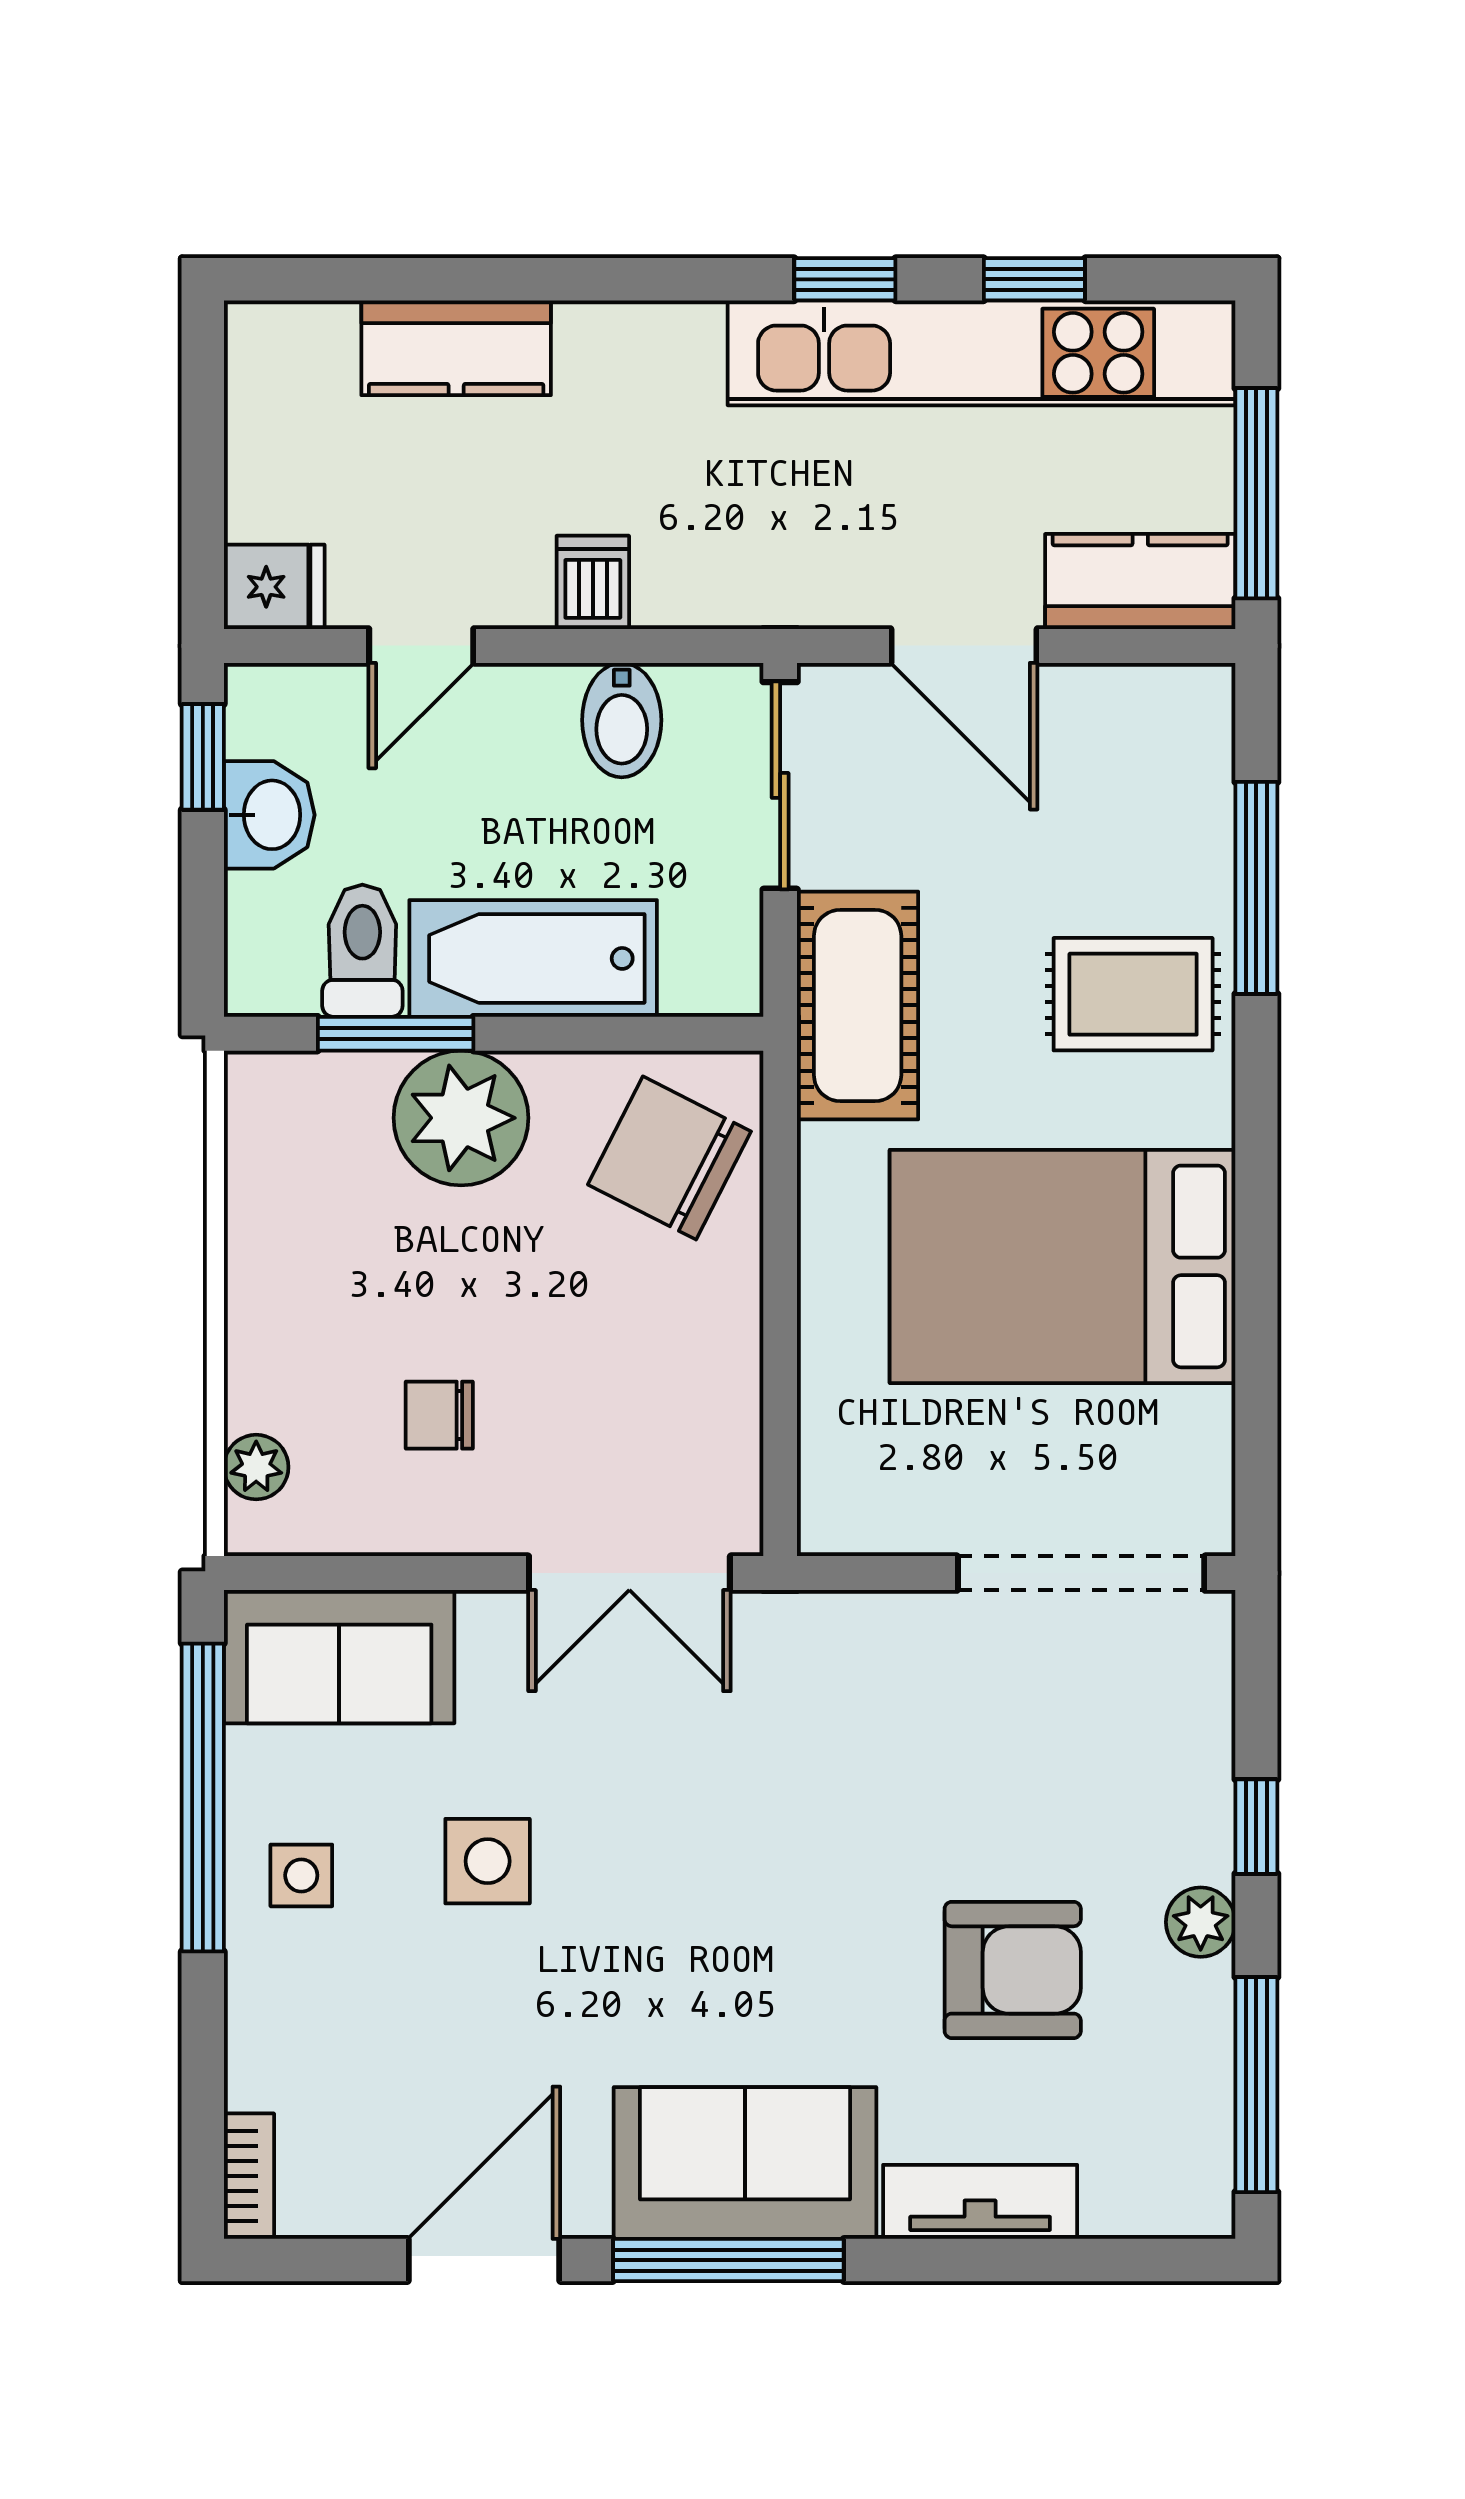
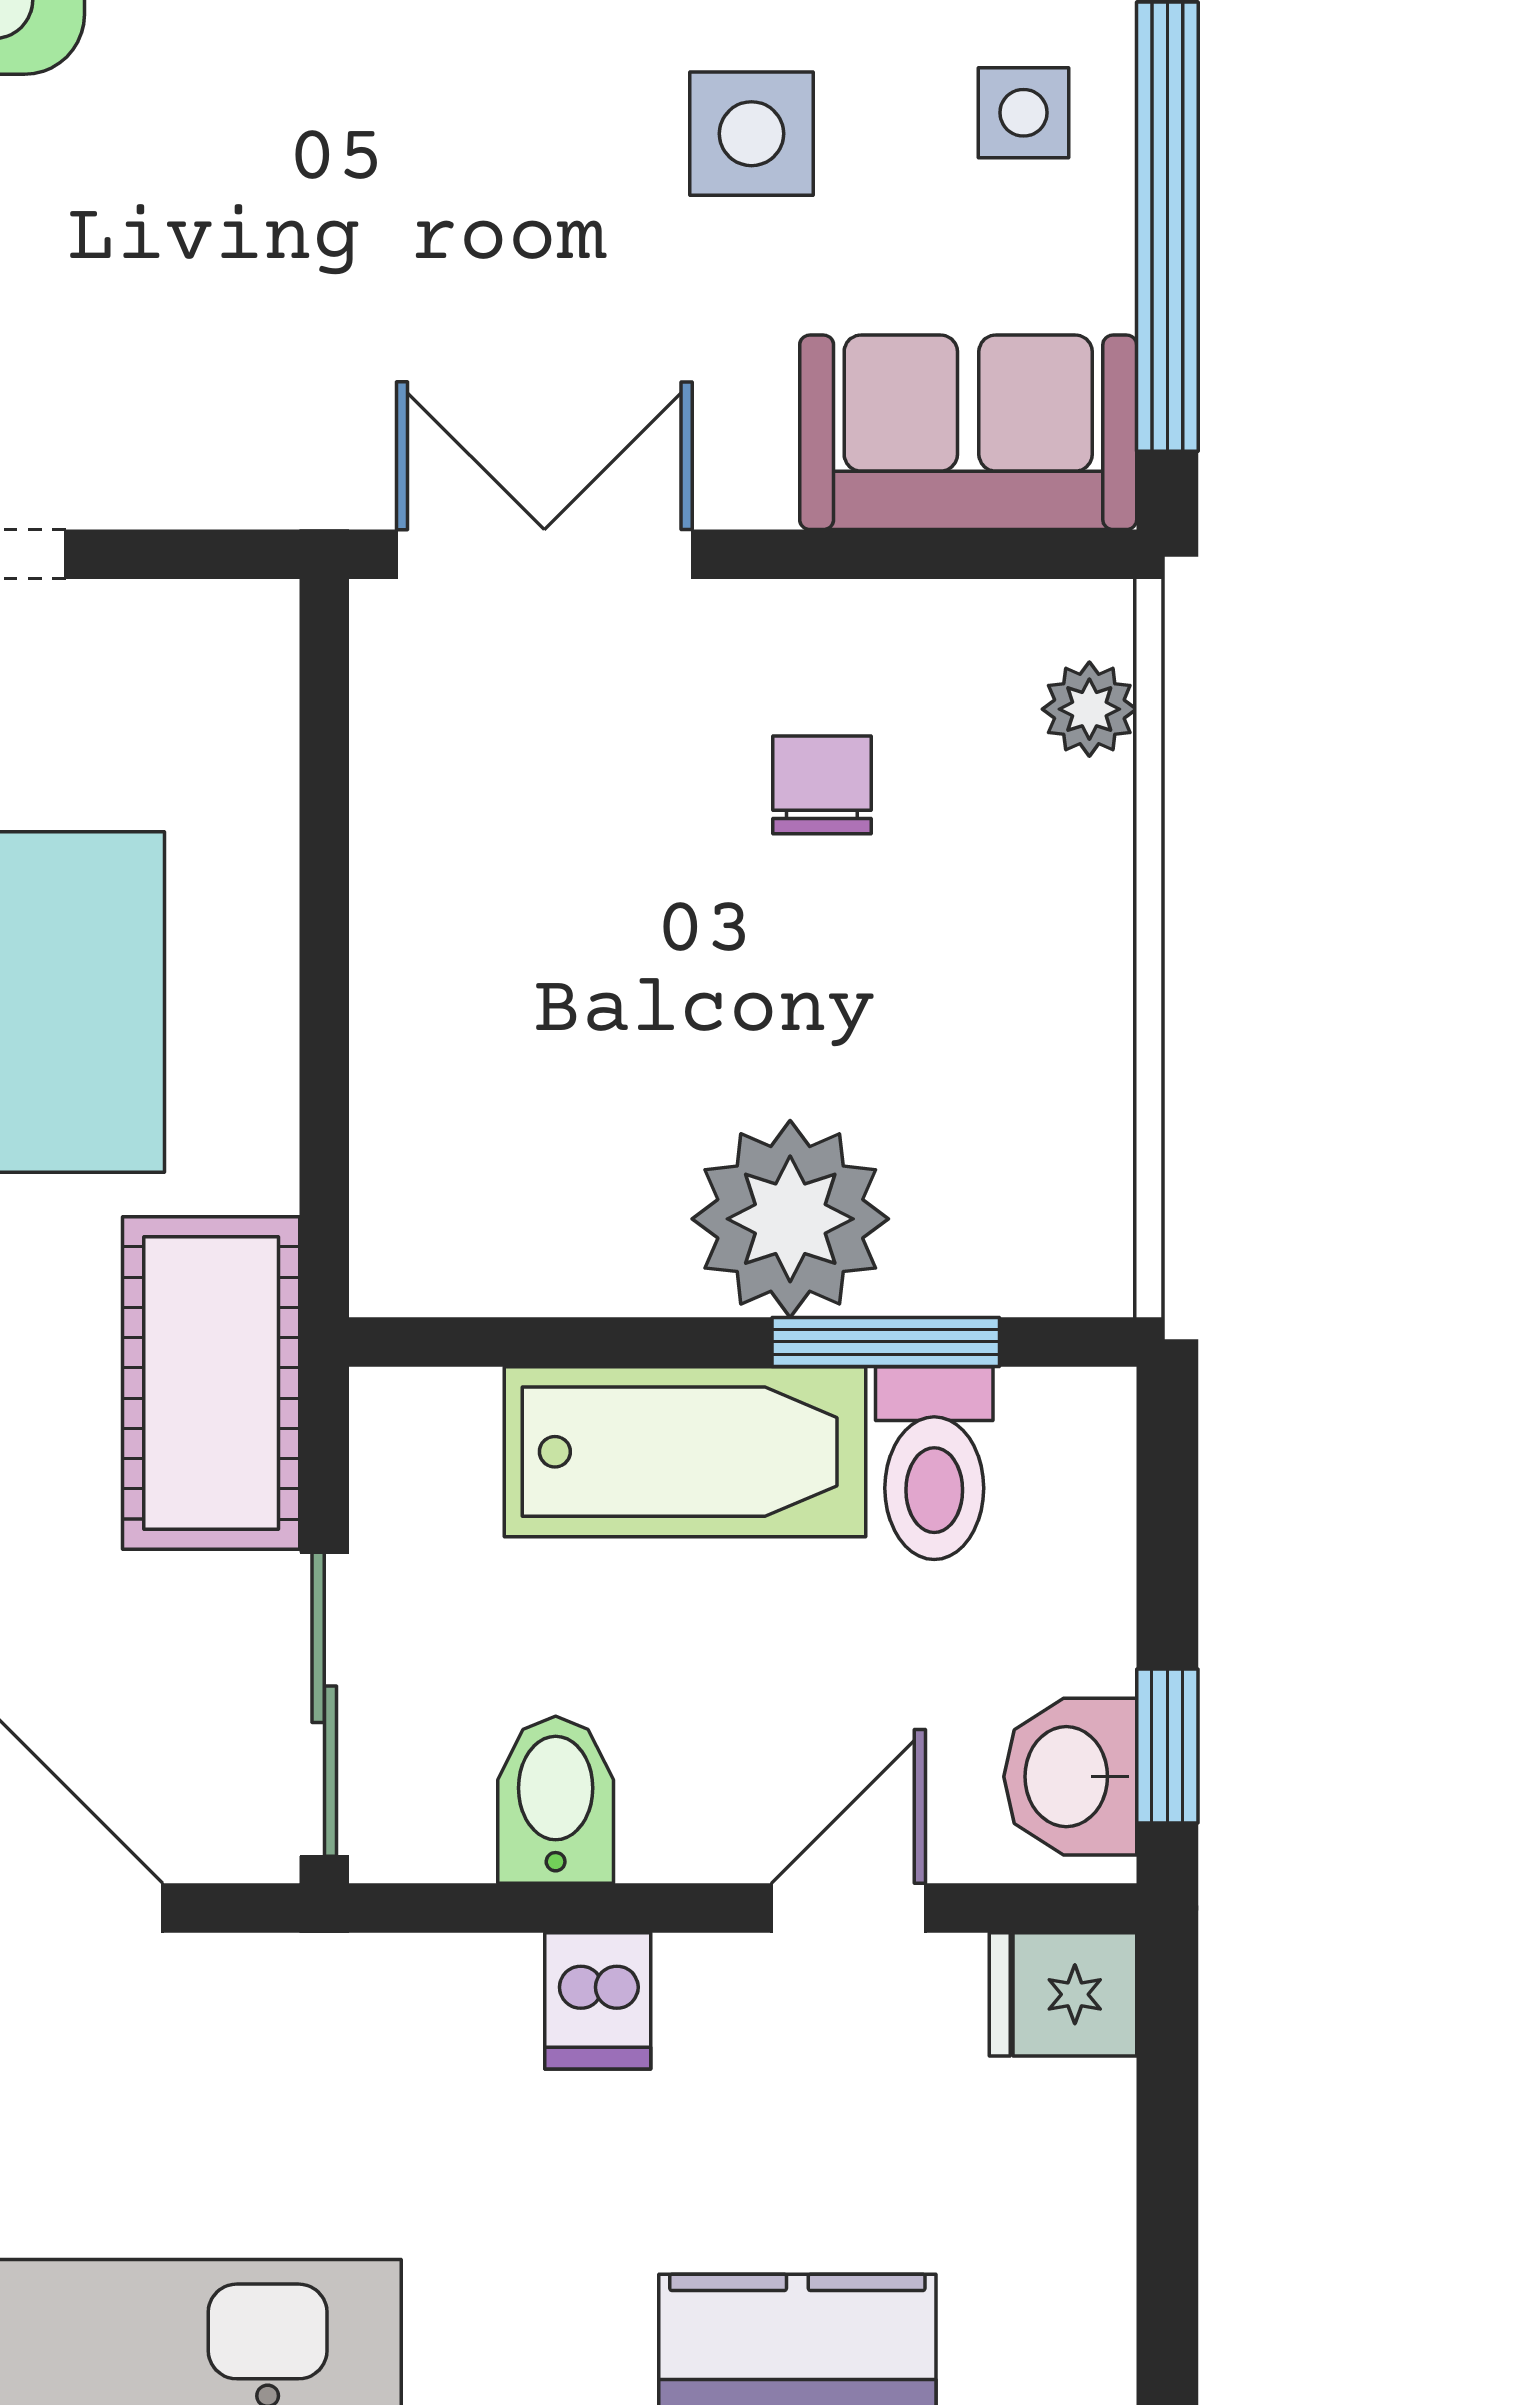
washbasin: (269, 815) -> (1070, 1777), moved
chair: (669, 1158) -> (486, 1160), removed
chair: (439, 1415) -> (822, 785), turned -90

